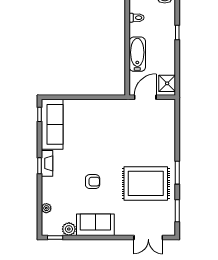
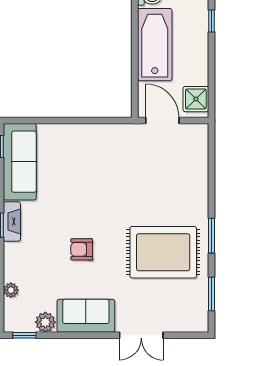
bathtub: (137, 54) -> (155, 45), width x1.36, depth x1.36
door: (145, 97) -> (162, 120), hinge flipped
armchair: (93, 182) -> (82, 249), turned 180
double door: (148, 238) -> (141, 335), moved

